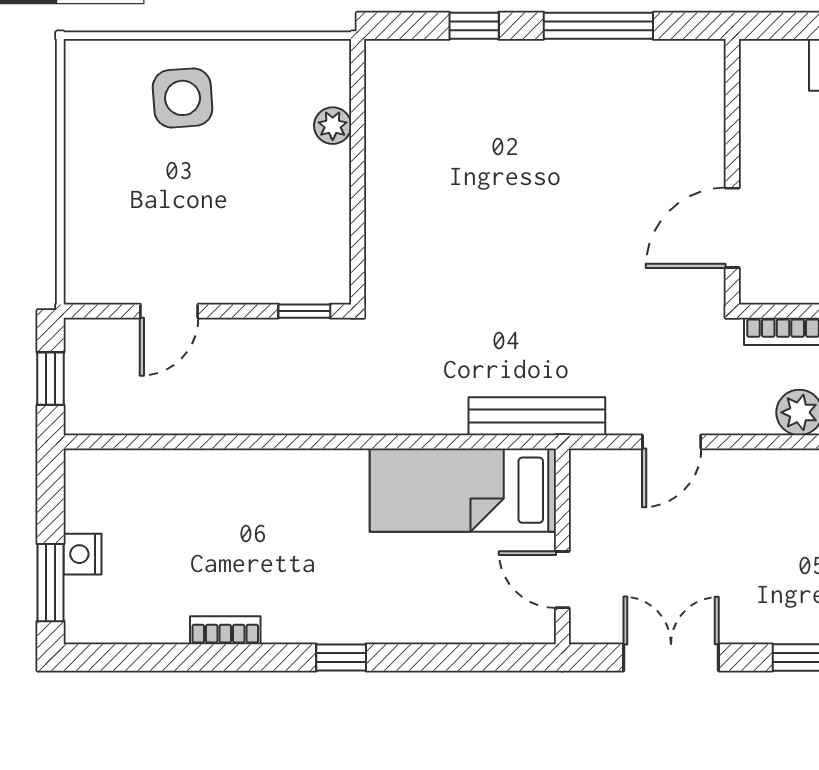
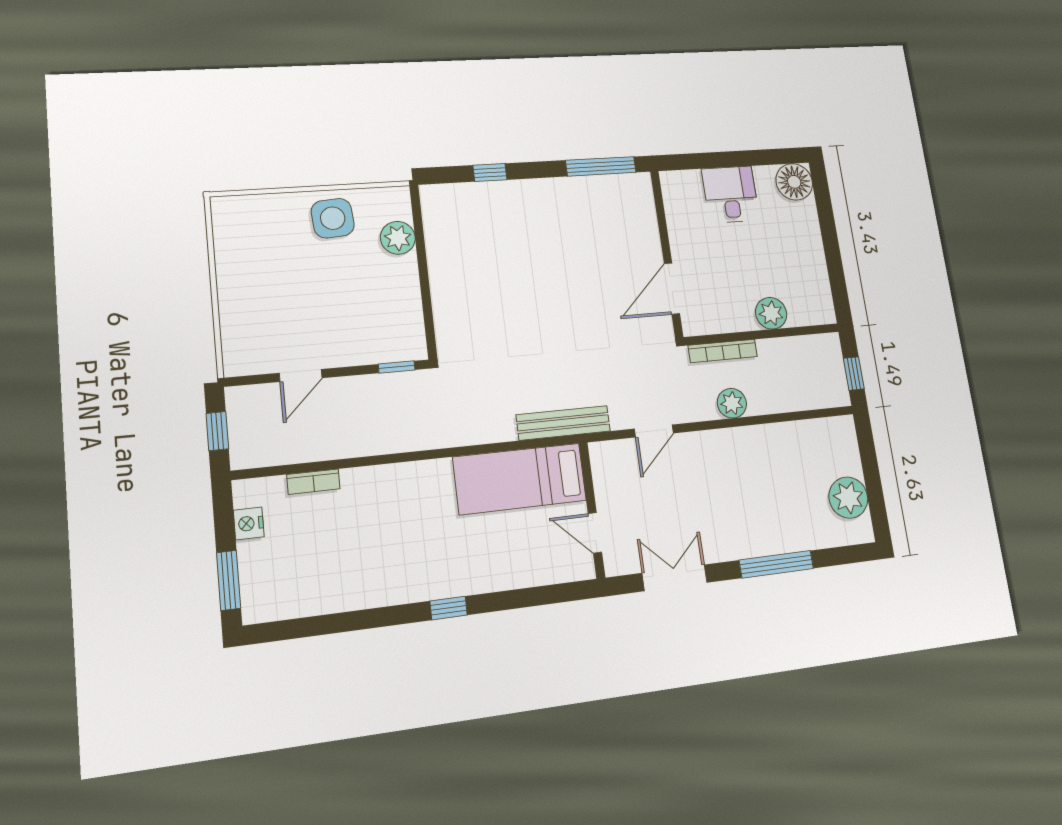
window: (598, 26) -> (601, 166), moved
side table: (183, 98) -> (333, 218), moved
plant: (333, 126) -> (398, 238), width x1.38, depth x1.38
nightstand: (82, 554) -> (249, 523), moved
bookcase: (225, 630) -> (313, 482), moved, turned 180

